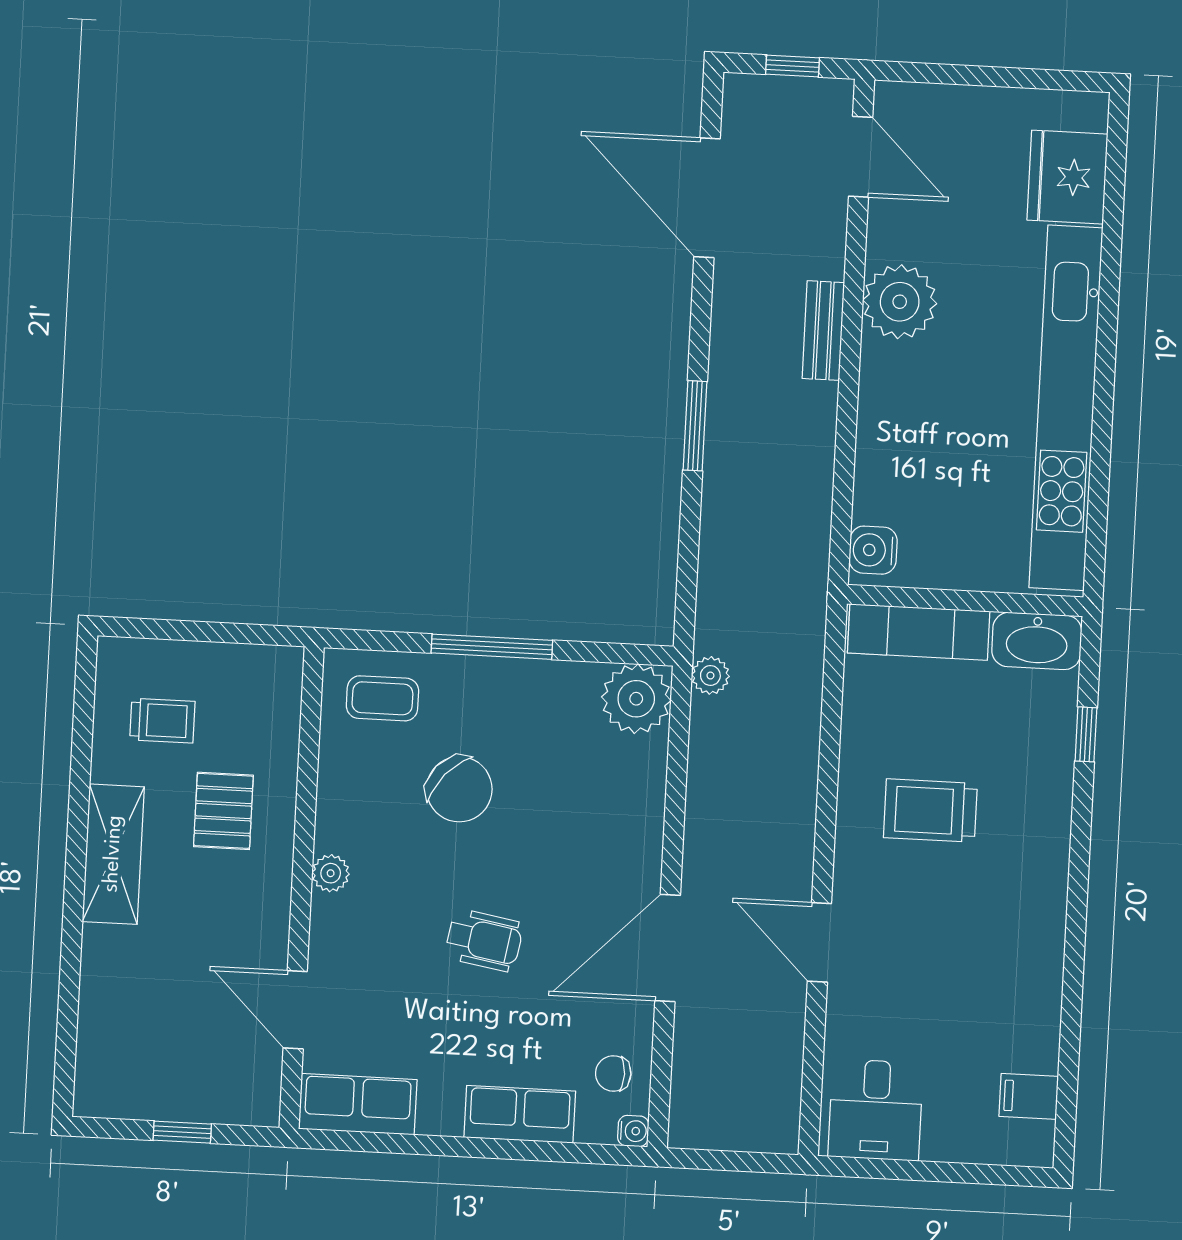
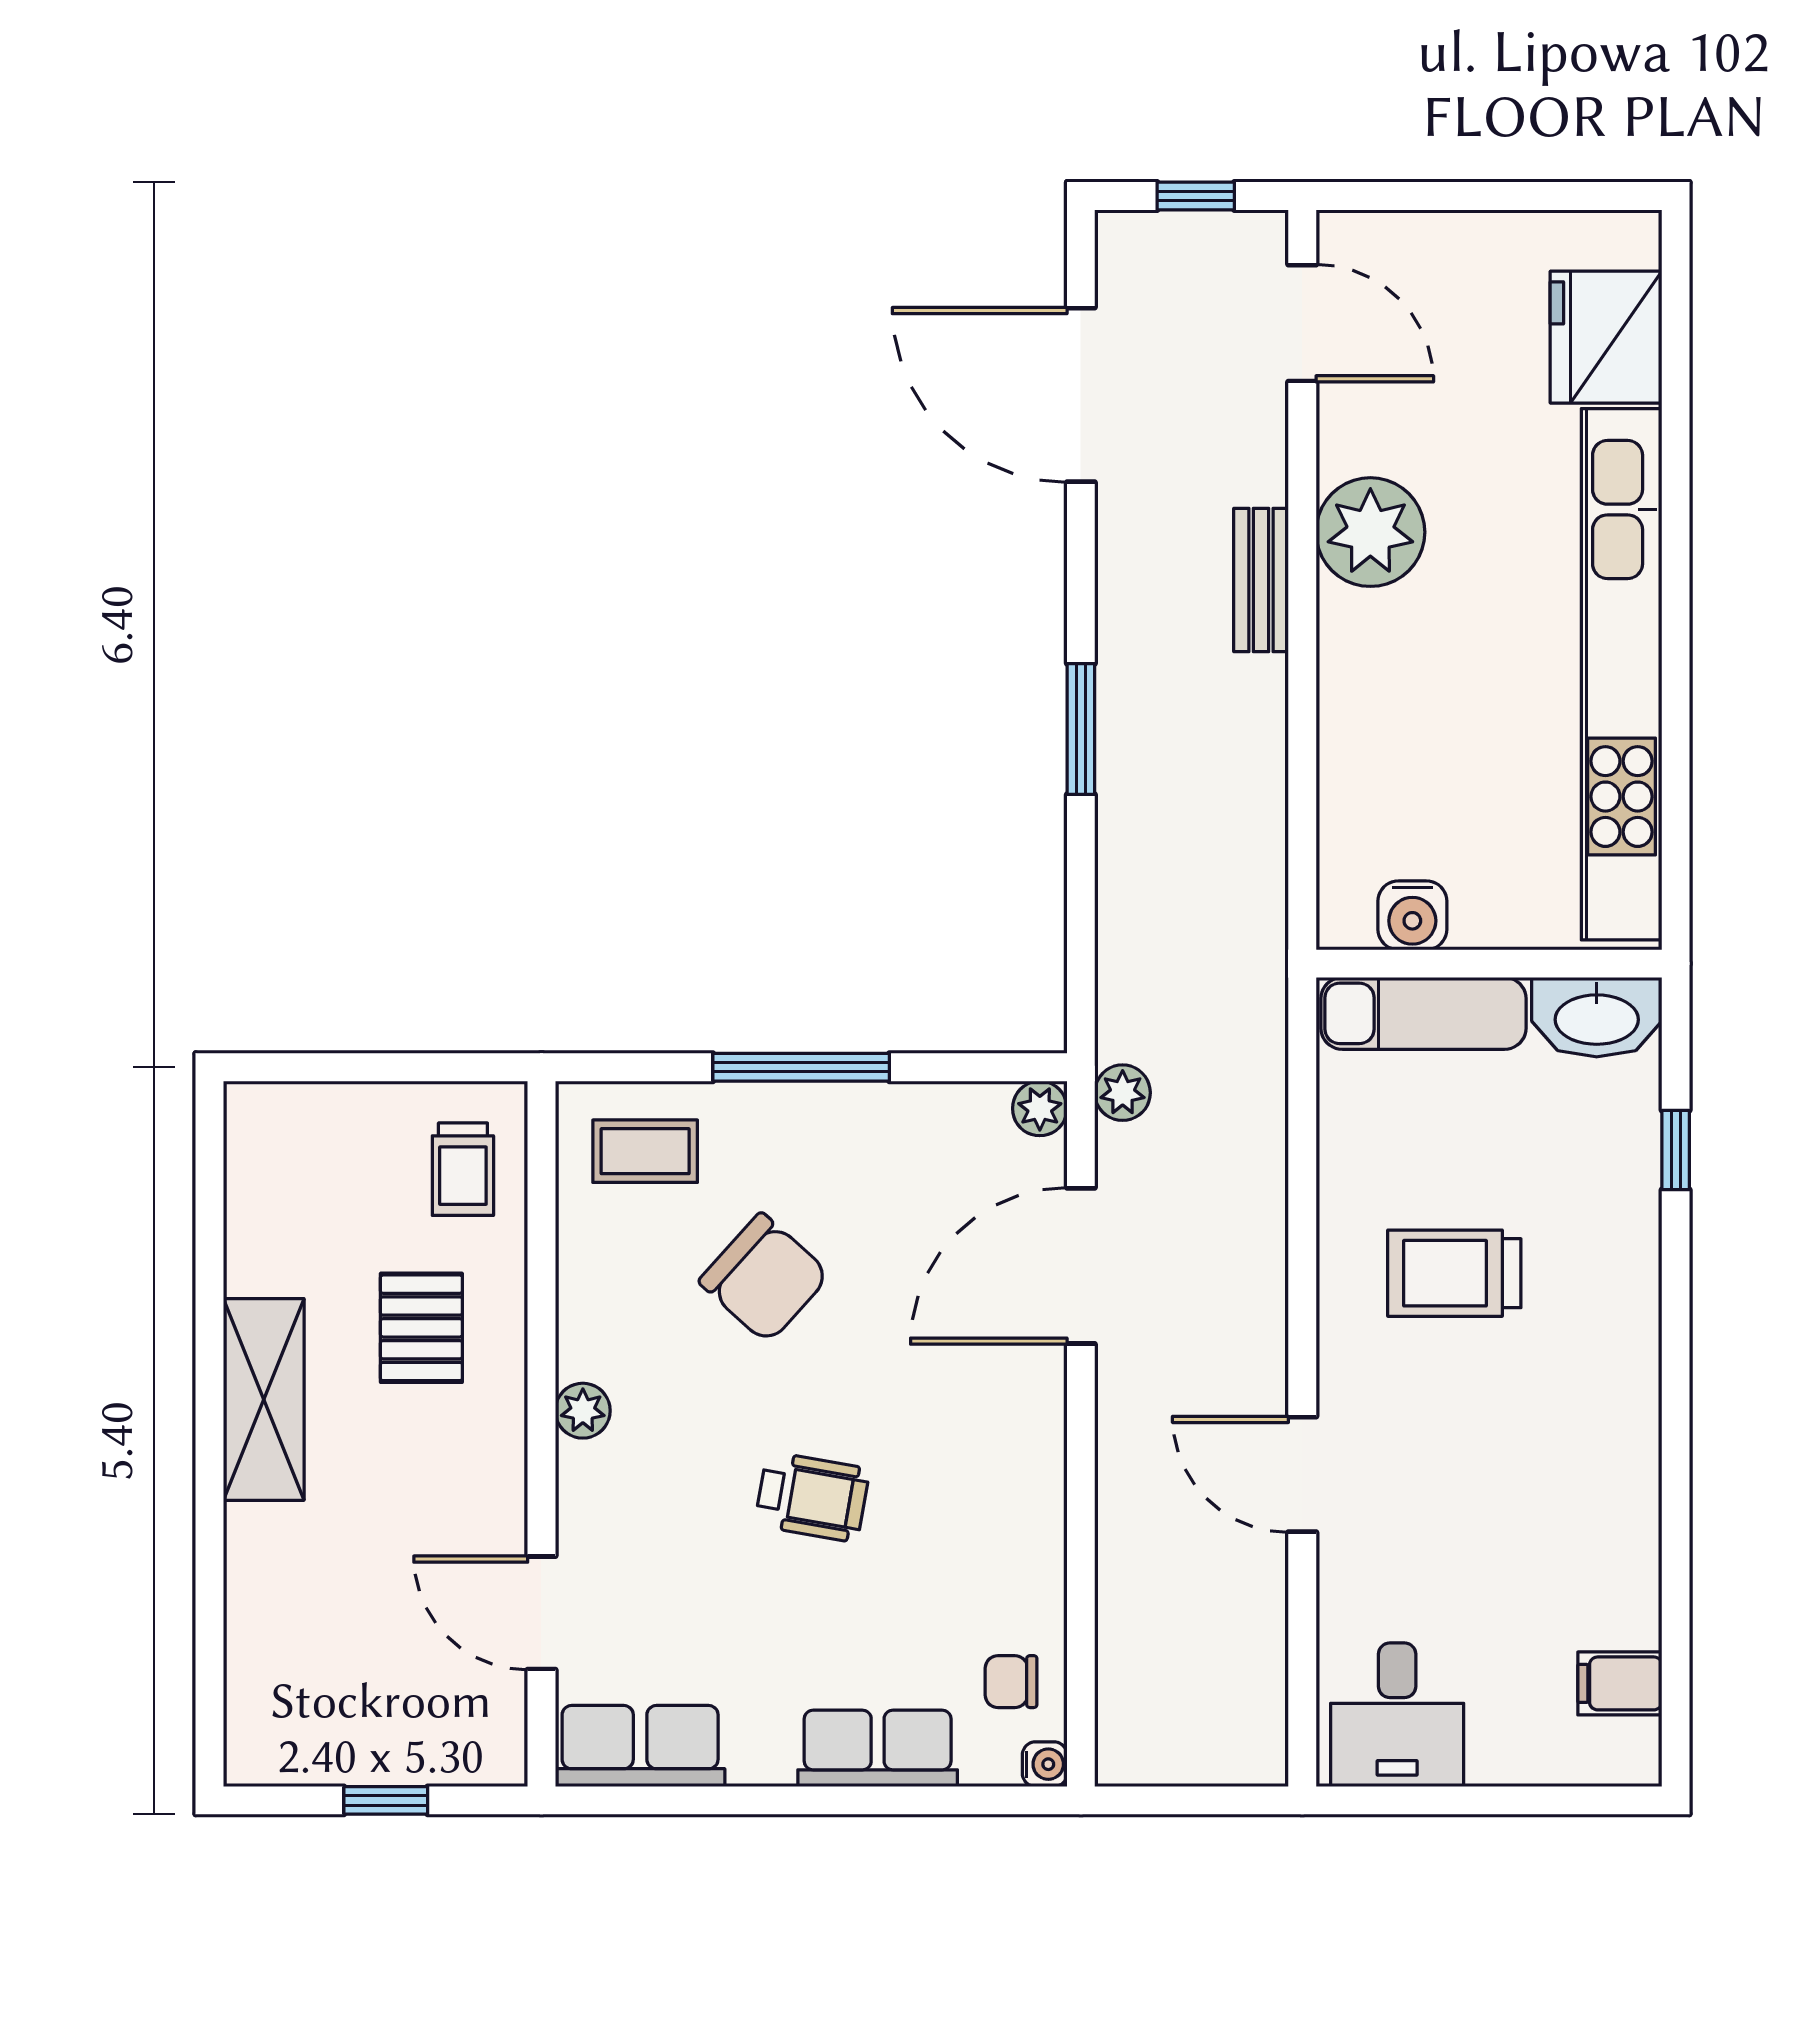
water cooler: (873, 550) -> (1412, 915), moved, turned -90
plant: (636, 699) -> (1040, 1108), width x0.53, depth x0.53
trolley: (162, 721) -> (463, 1169), moved, turned 90
door: (668, 948) -> (1081, 1266), moved

